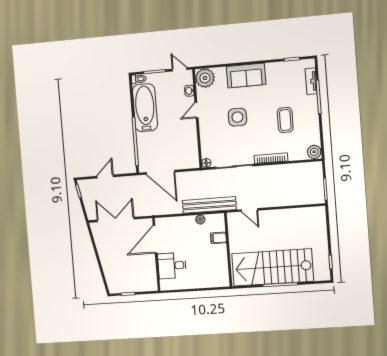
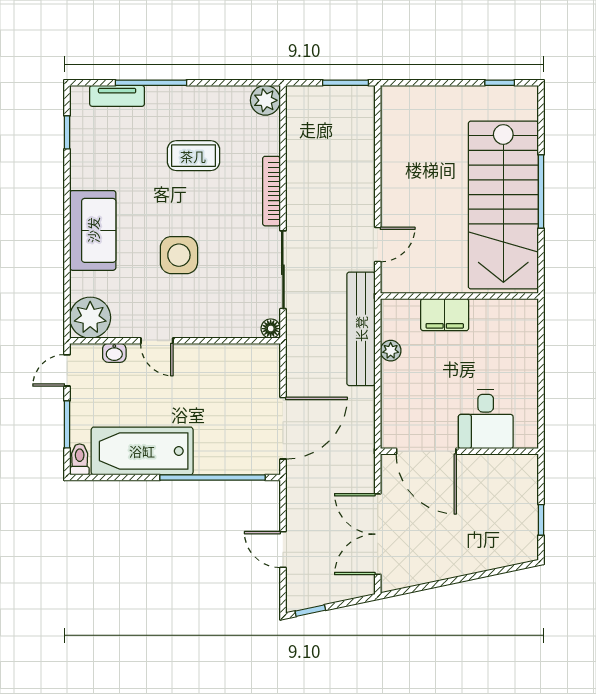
filing cabinet: (219, 238) -> (445, 315), width x2.00

